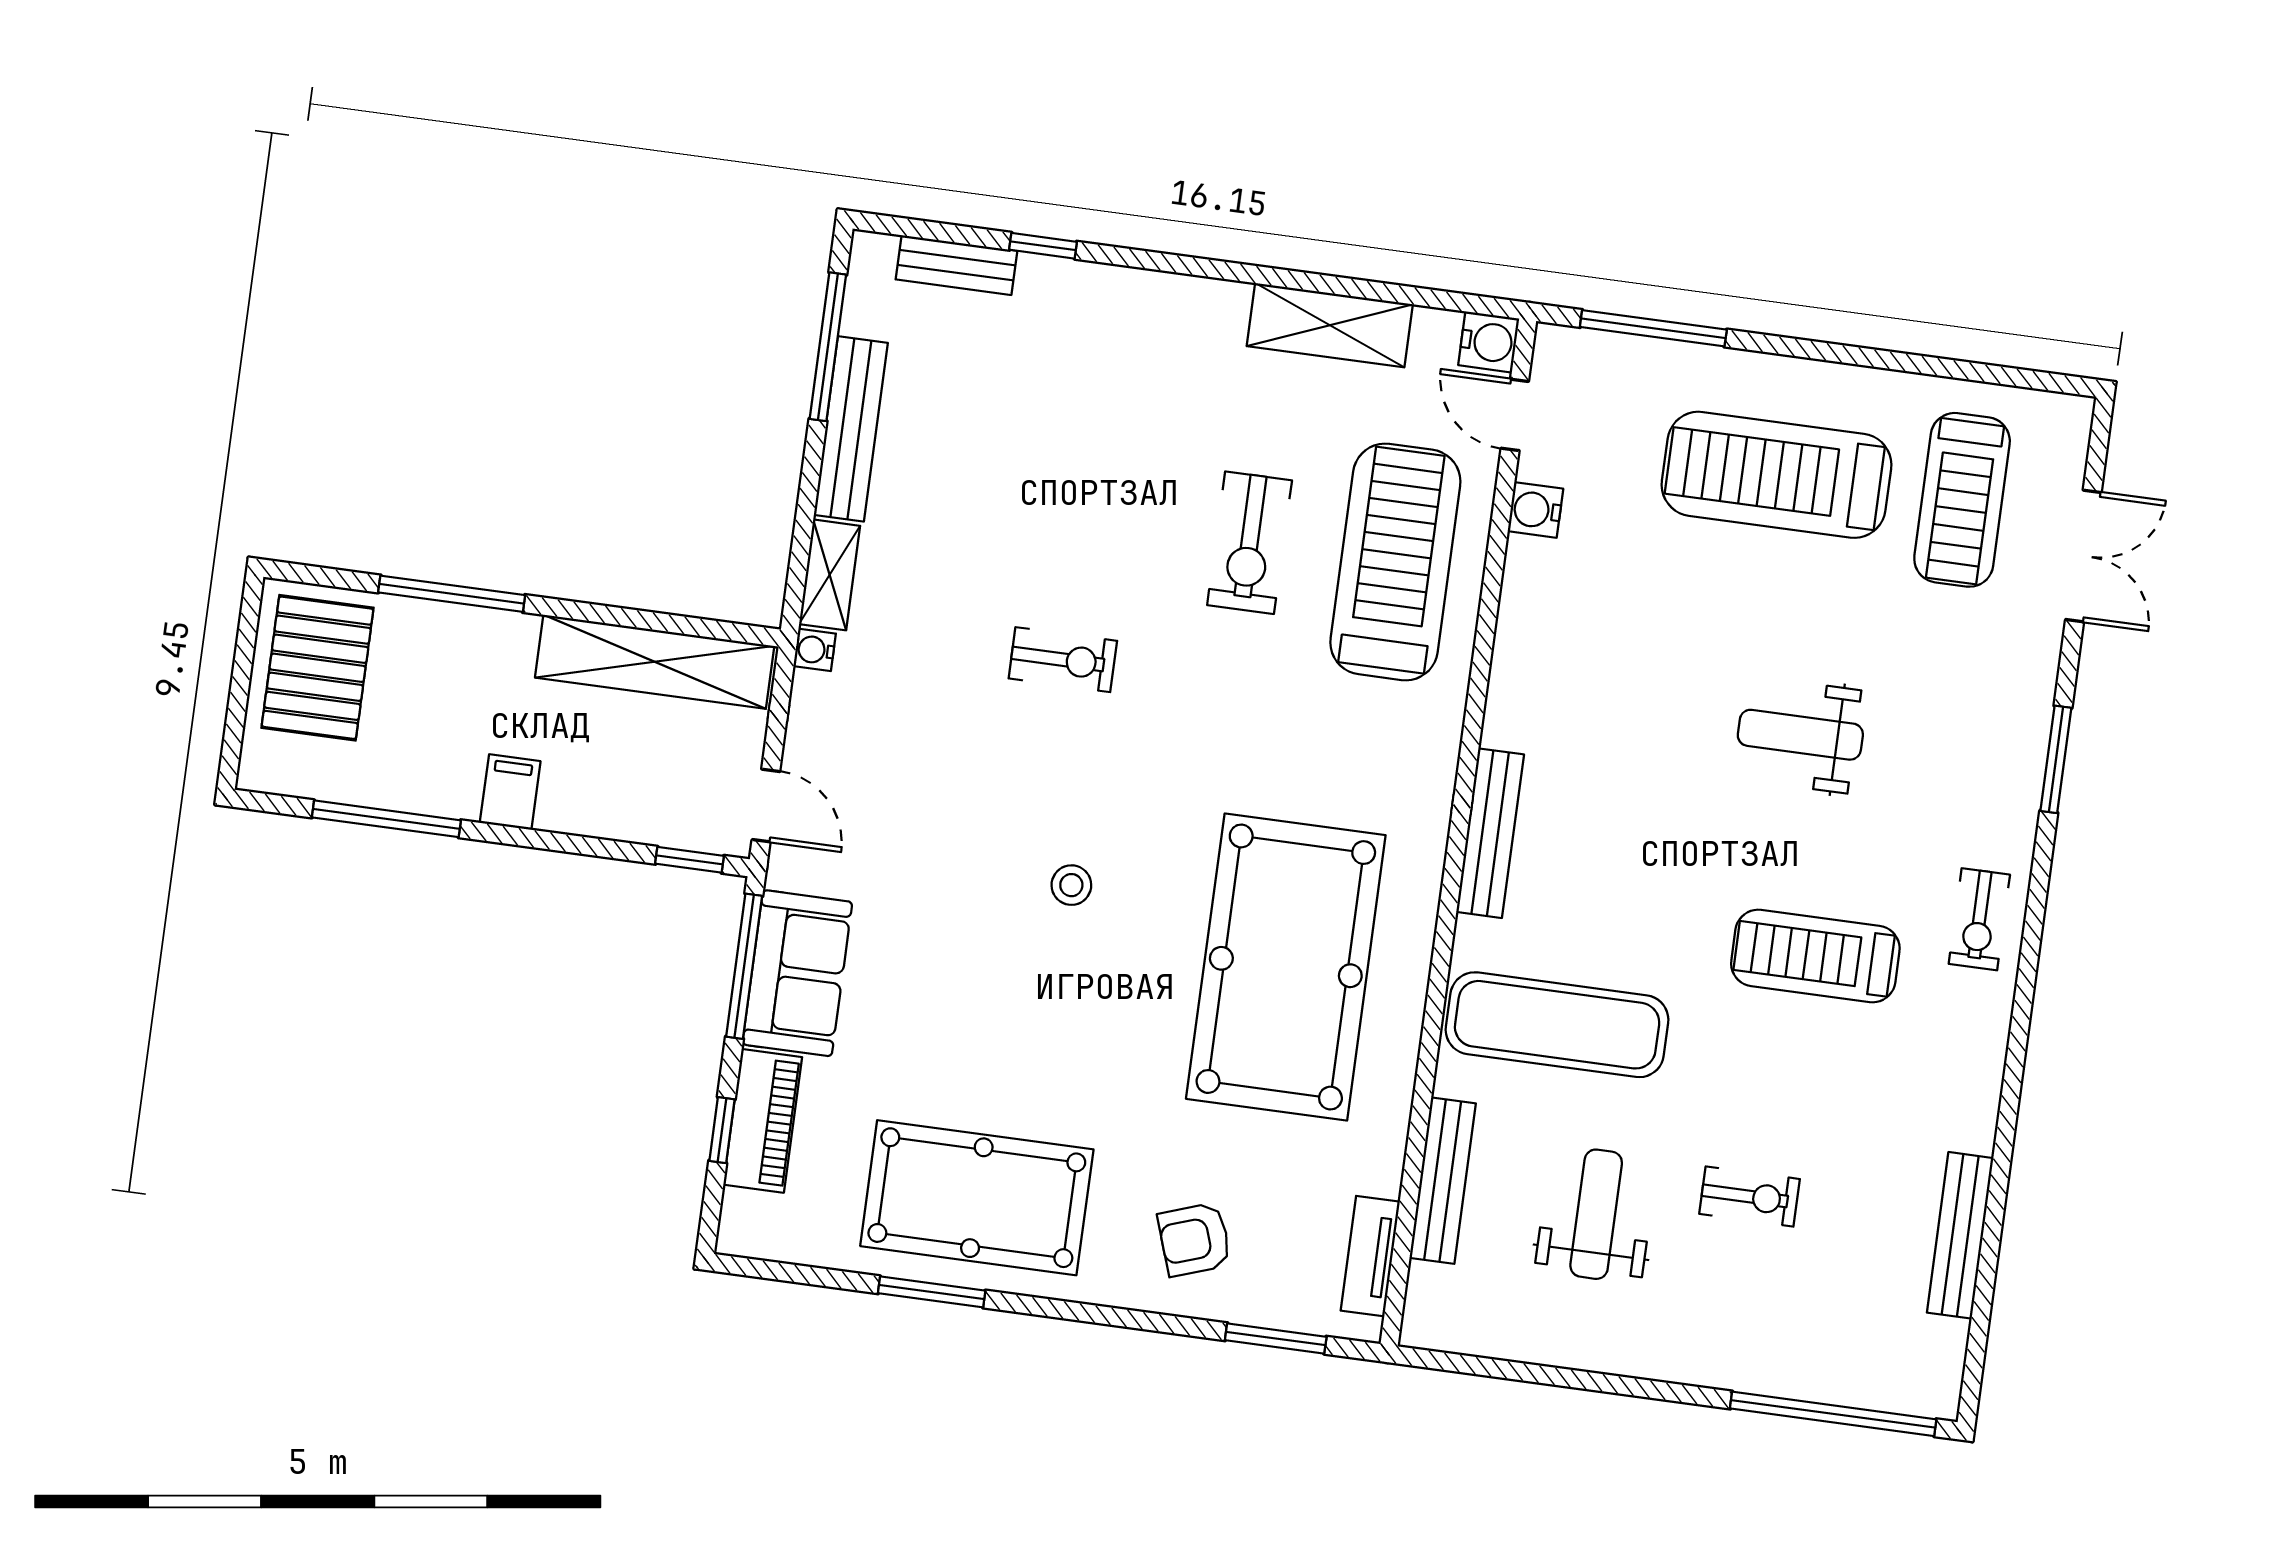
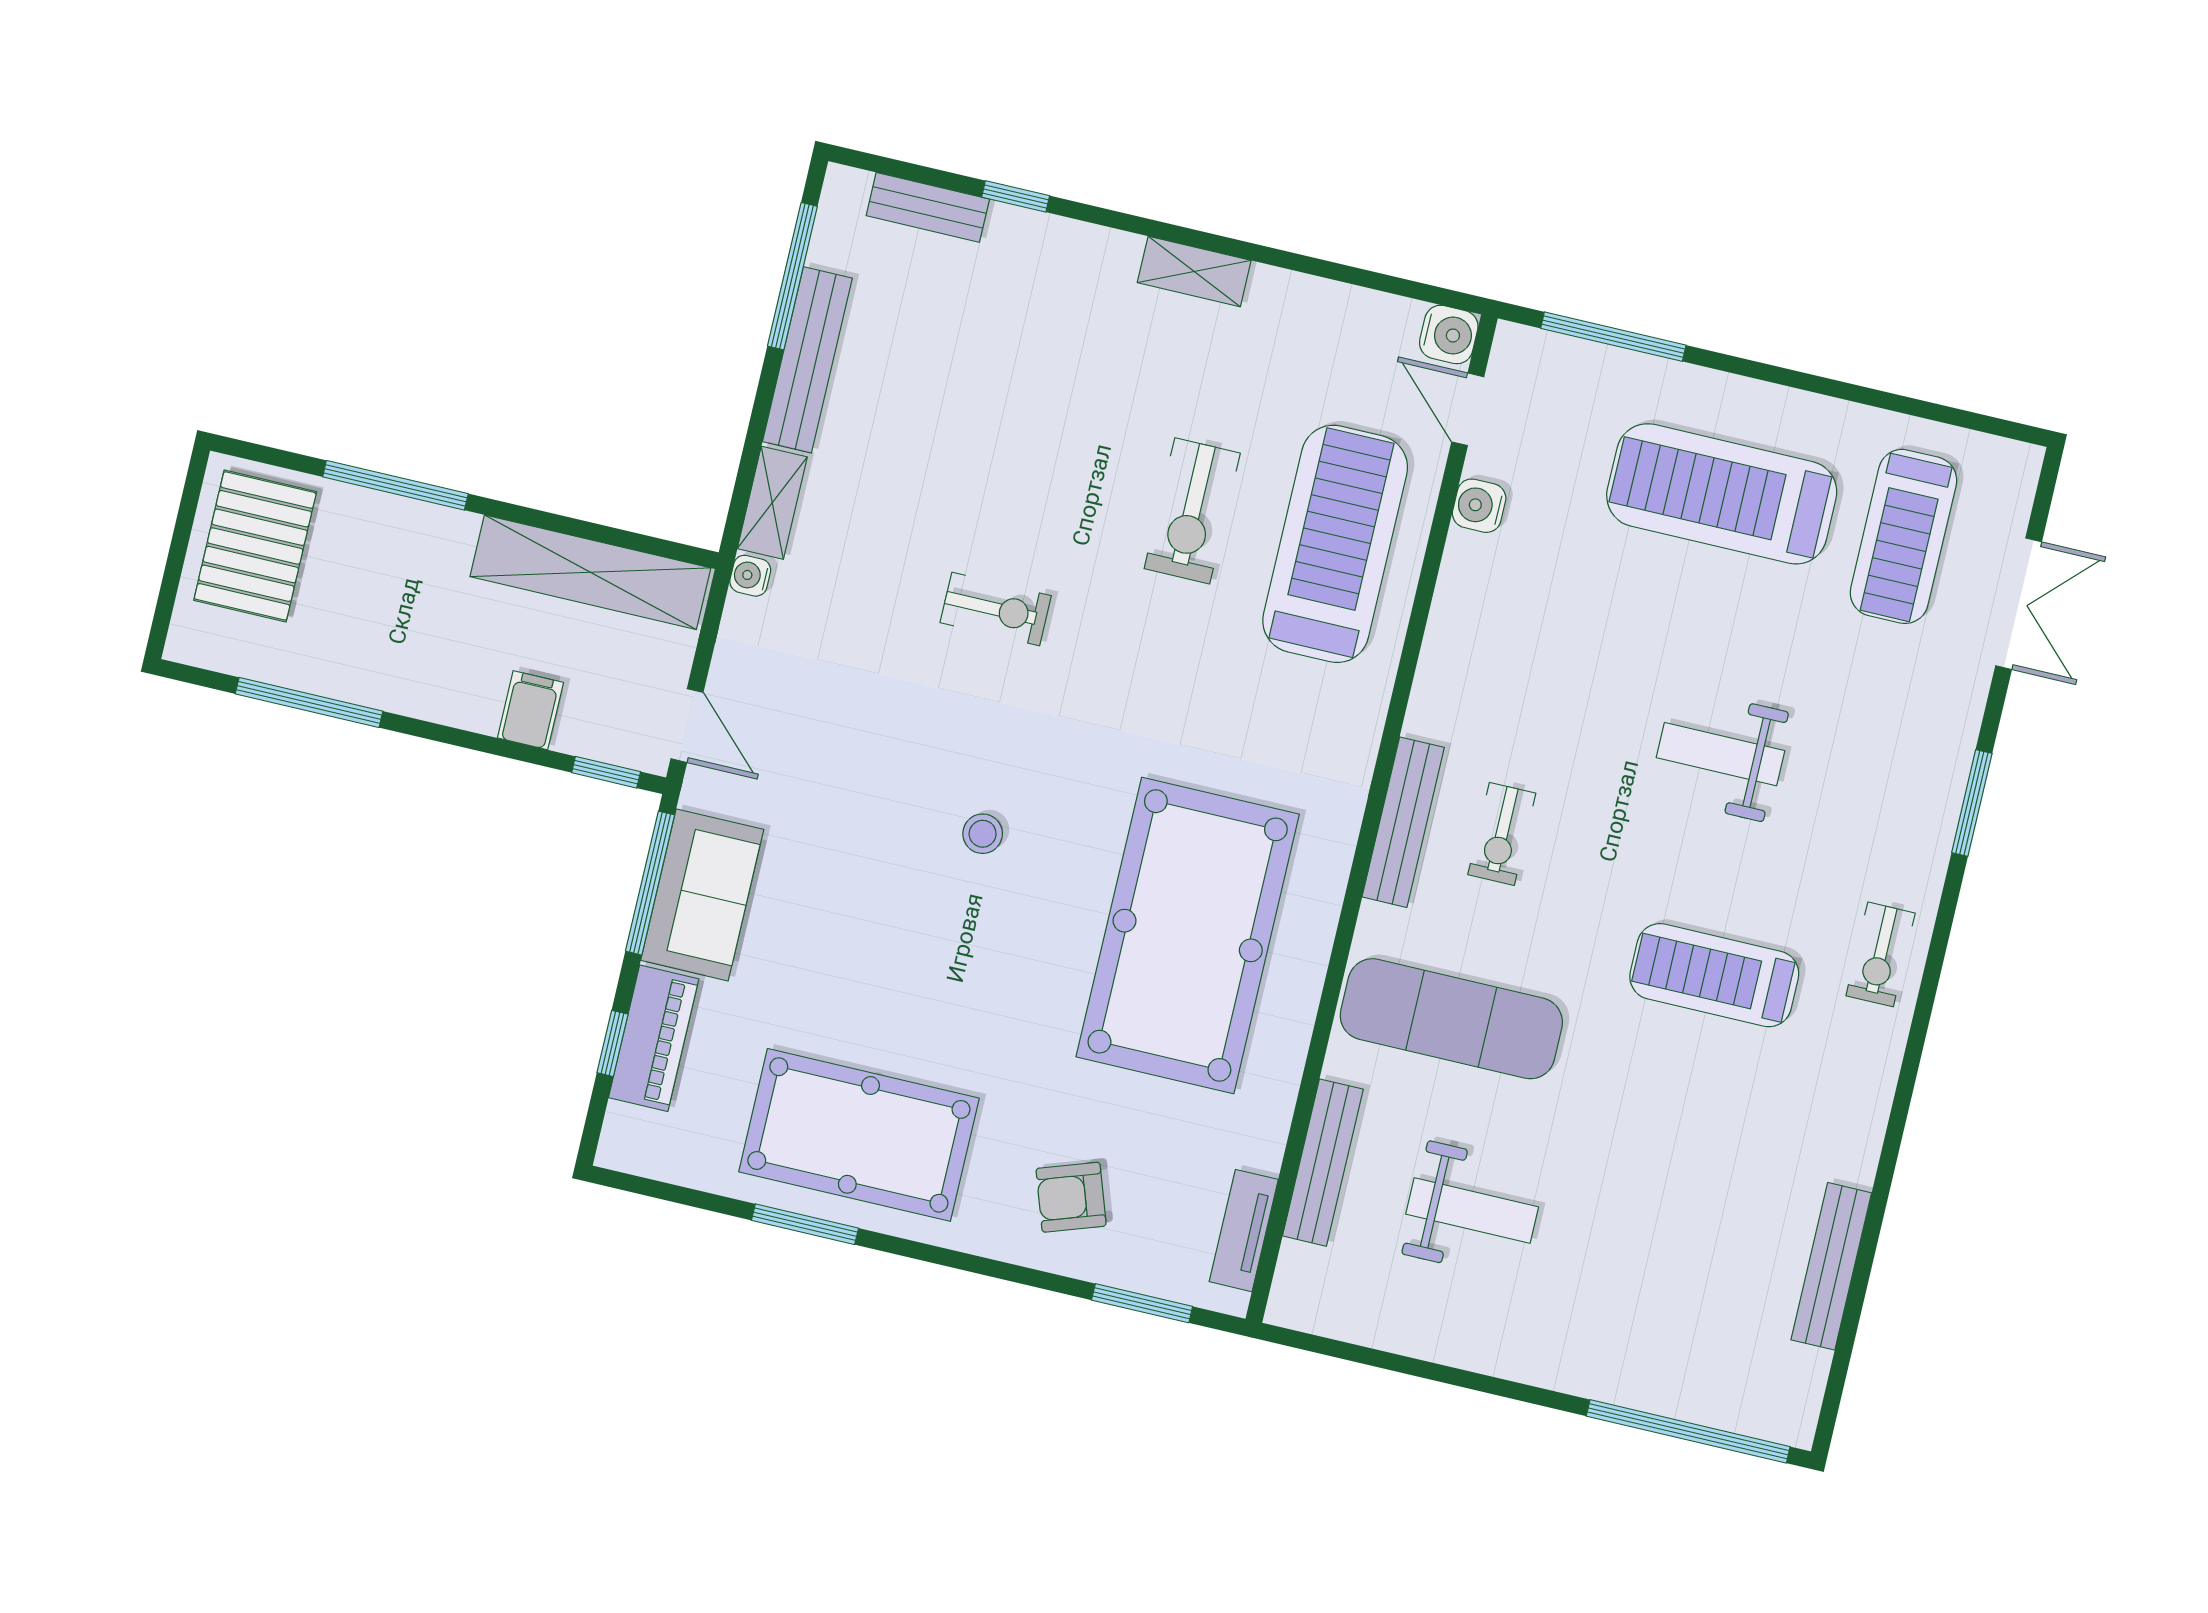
shelving: (1330, 325) -> (1194, 271), moved, width x0.67, depth x0.75
filing cabinet: (510, 792) -> (530, 710), moved
exercise bike: (1750, 1196) -> (1502, 834), moved, turned 90
weight bench: (1596, 1214) -> (1472, 1211), turned 90

